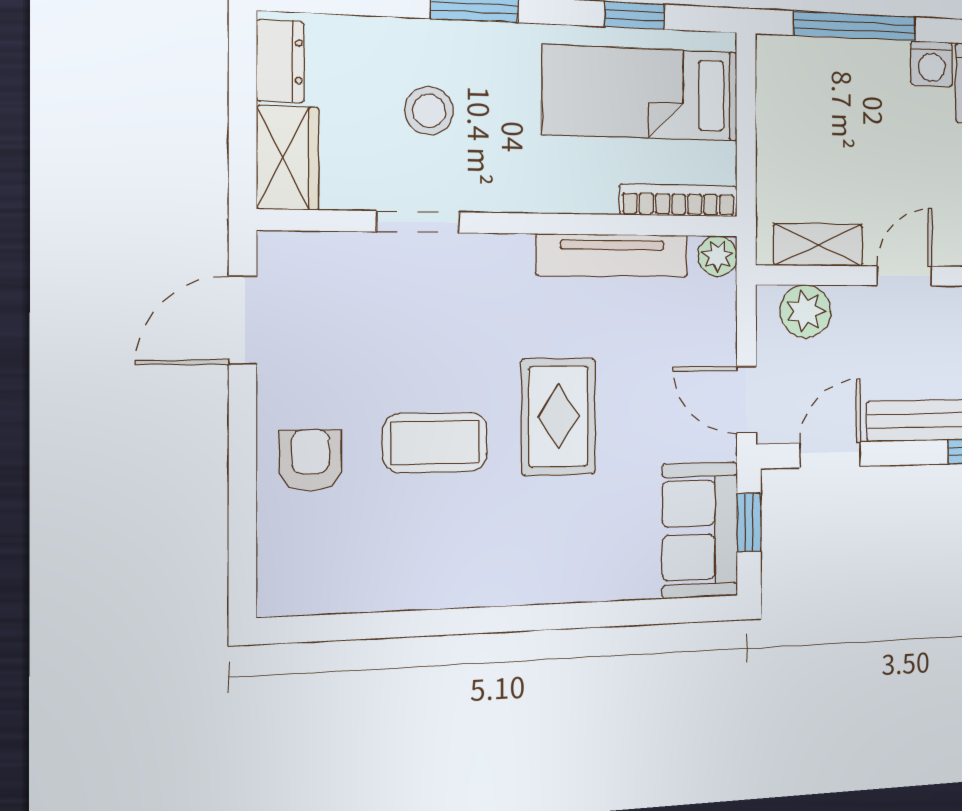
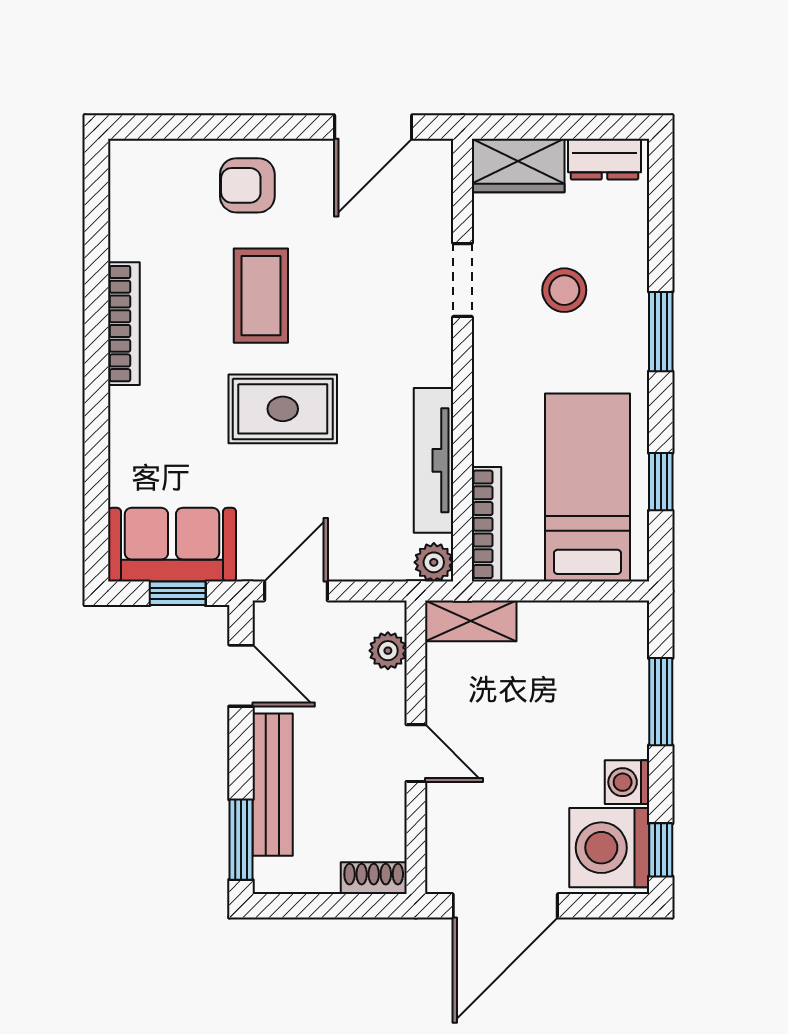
window: (855, 26) -> (661, 702), width x0.69
shelving: (818, 245) -> (471, 621), moved, turned 90
plant: (806, 311) -> (388, 651), width x0.73, depth x0.73
door: (243, 320) -> (373, 127), swing flipped
armchair: (310, 460) -> (247, 185), turned 180
bookcase: (466, 591) -> (124, 324), added

